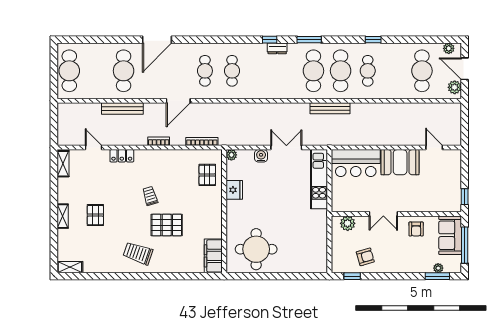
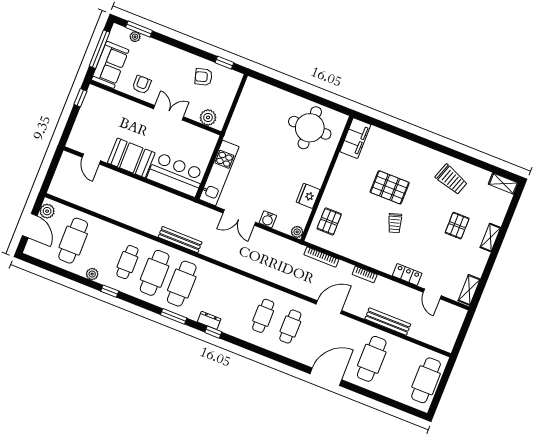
plant: (449, 48) -> (92, 274), moved
trolley: (138, 253) -> (451, 179), moved

